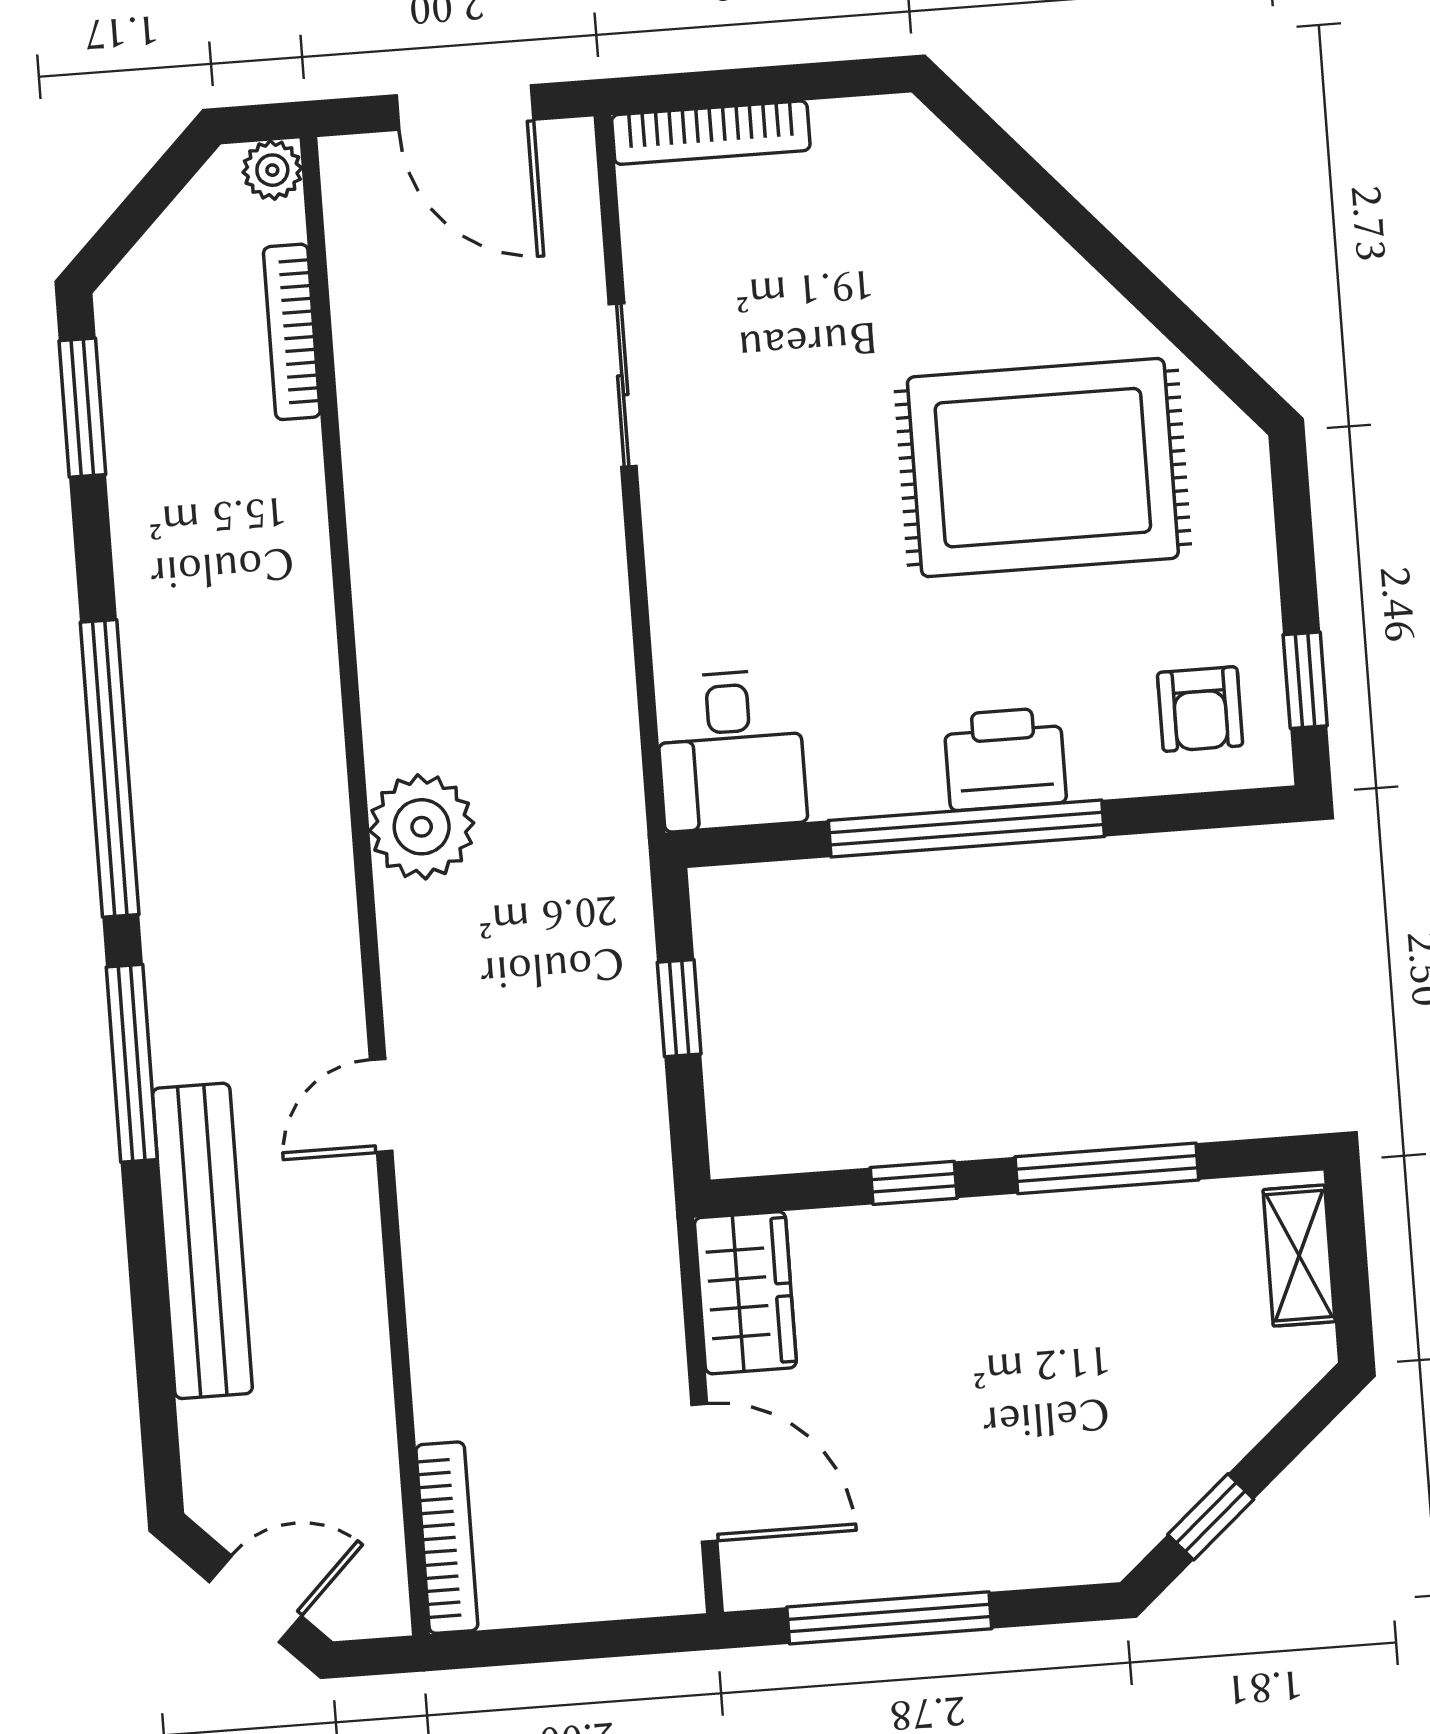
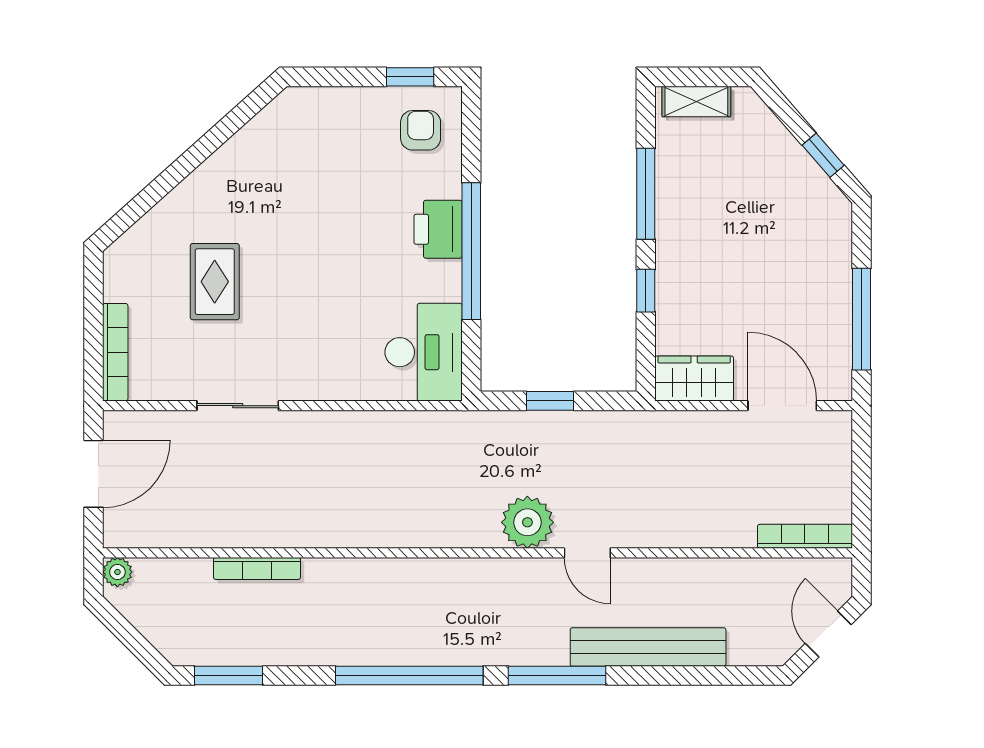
bookcase: (292, 332) -> (257, 568), moved
rug: (1043, 468) -> (215, 282), moved, width x0.54, depth x0.49
armchair: (1200, 709) -> (421, 130), turned -90
desk: (731, 750) -> (424, 352), width x1.37
plant: (422, 827) -> (527, 522), moved
door: (704, 1473) -> (782, 406), hinge flipped

